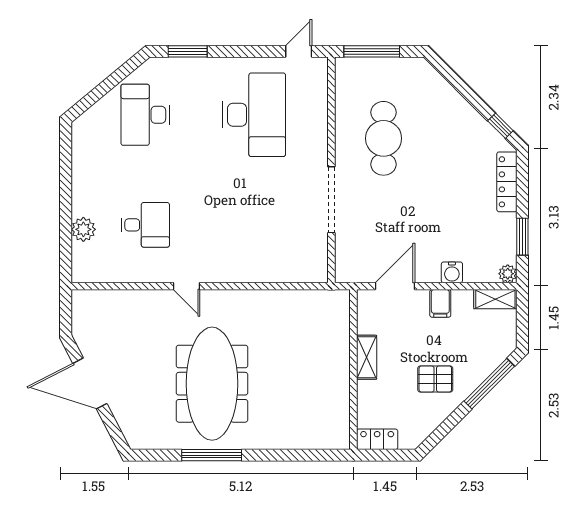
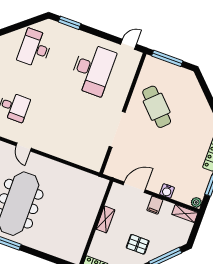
cafe table: (384, 138) -> (157, 107), turned -44

